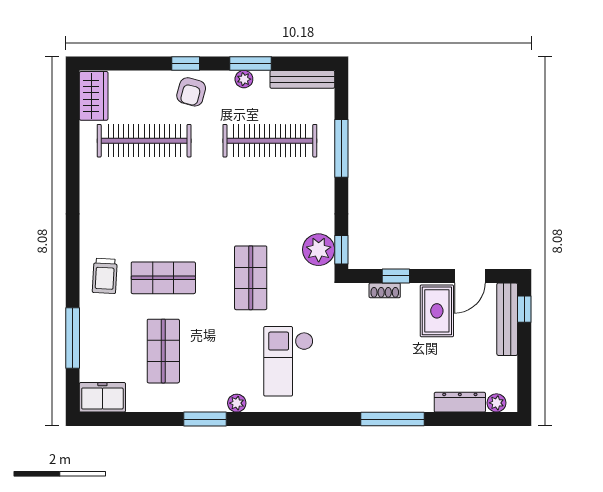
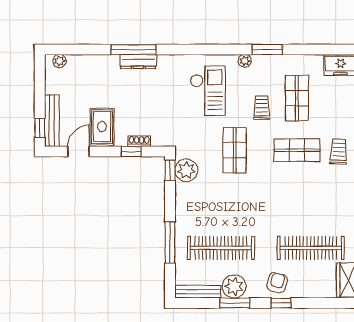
plant: (244, 79) -> (234, 286), width x1.88, depth x1.88
trolley: (213, 338) -> (262, 108), added
dresser: (460, 402) -> (138, 62), moved

